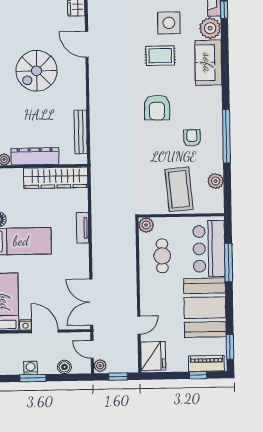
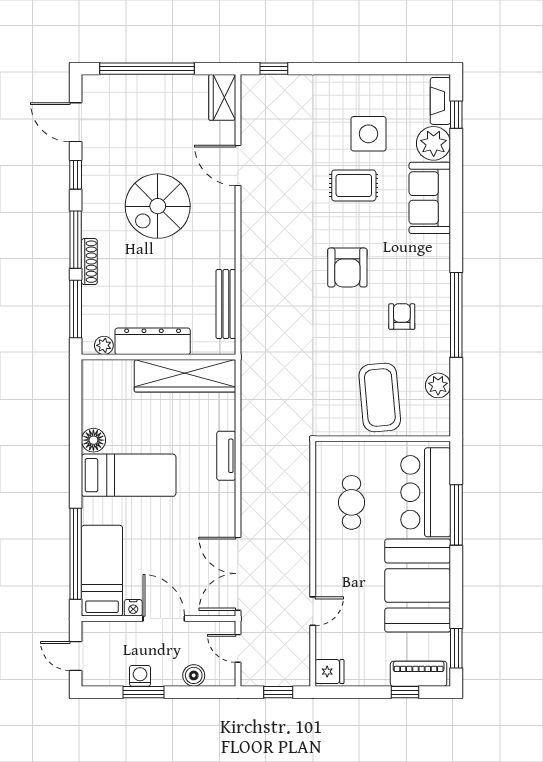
plant: (146, 225) -> (327, 453), removed
fridge: (153, 356) -> (329, 672), width x0.53, depth x0.75
plant: (100, 366) -> (250, 674), removed

